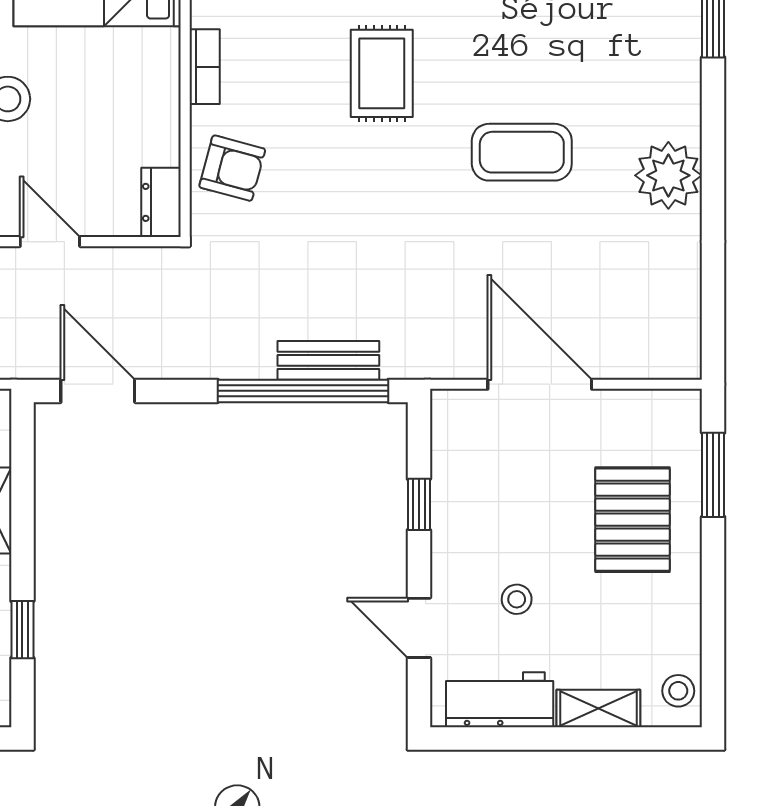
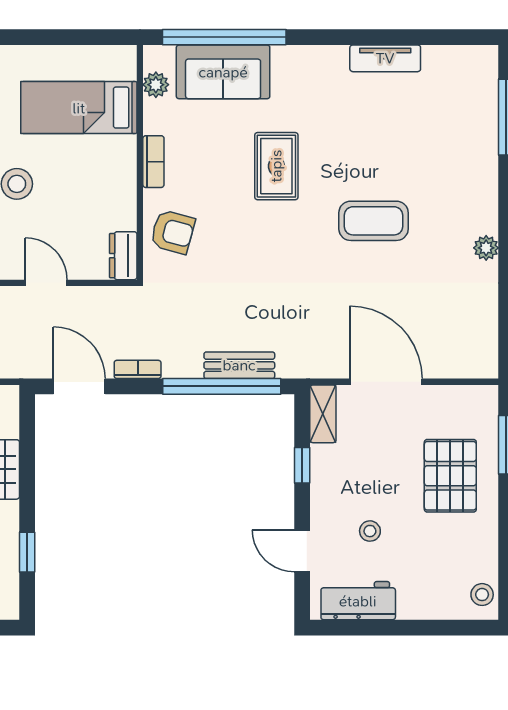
plant: (668, 175) -> (486, 248), width x0.53, depth x0.53
bookcase: (182, 366) -> (138, 369), added
shelving: (598, 709) -> (323, 414), moved, turned 90

